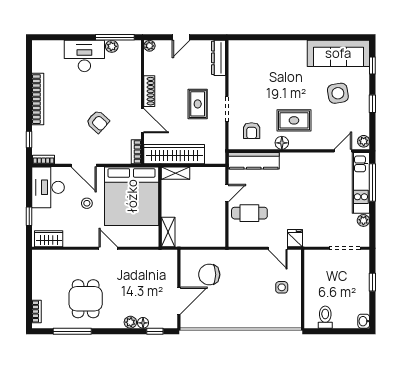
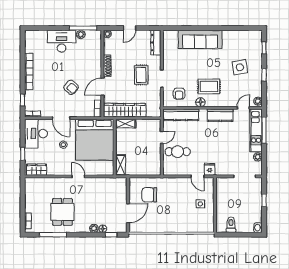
sofa: (338, 53) -> (200, 39), moved
door: (143, 121) -> (102, 87), swing flipped
kitchen counter: (310, 161) -> (220, 115), added

